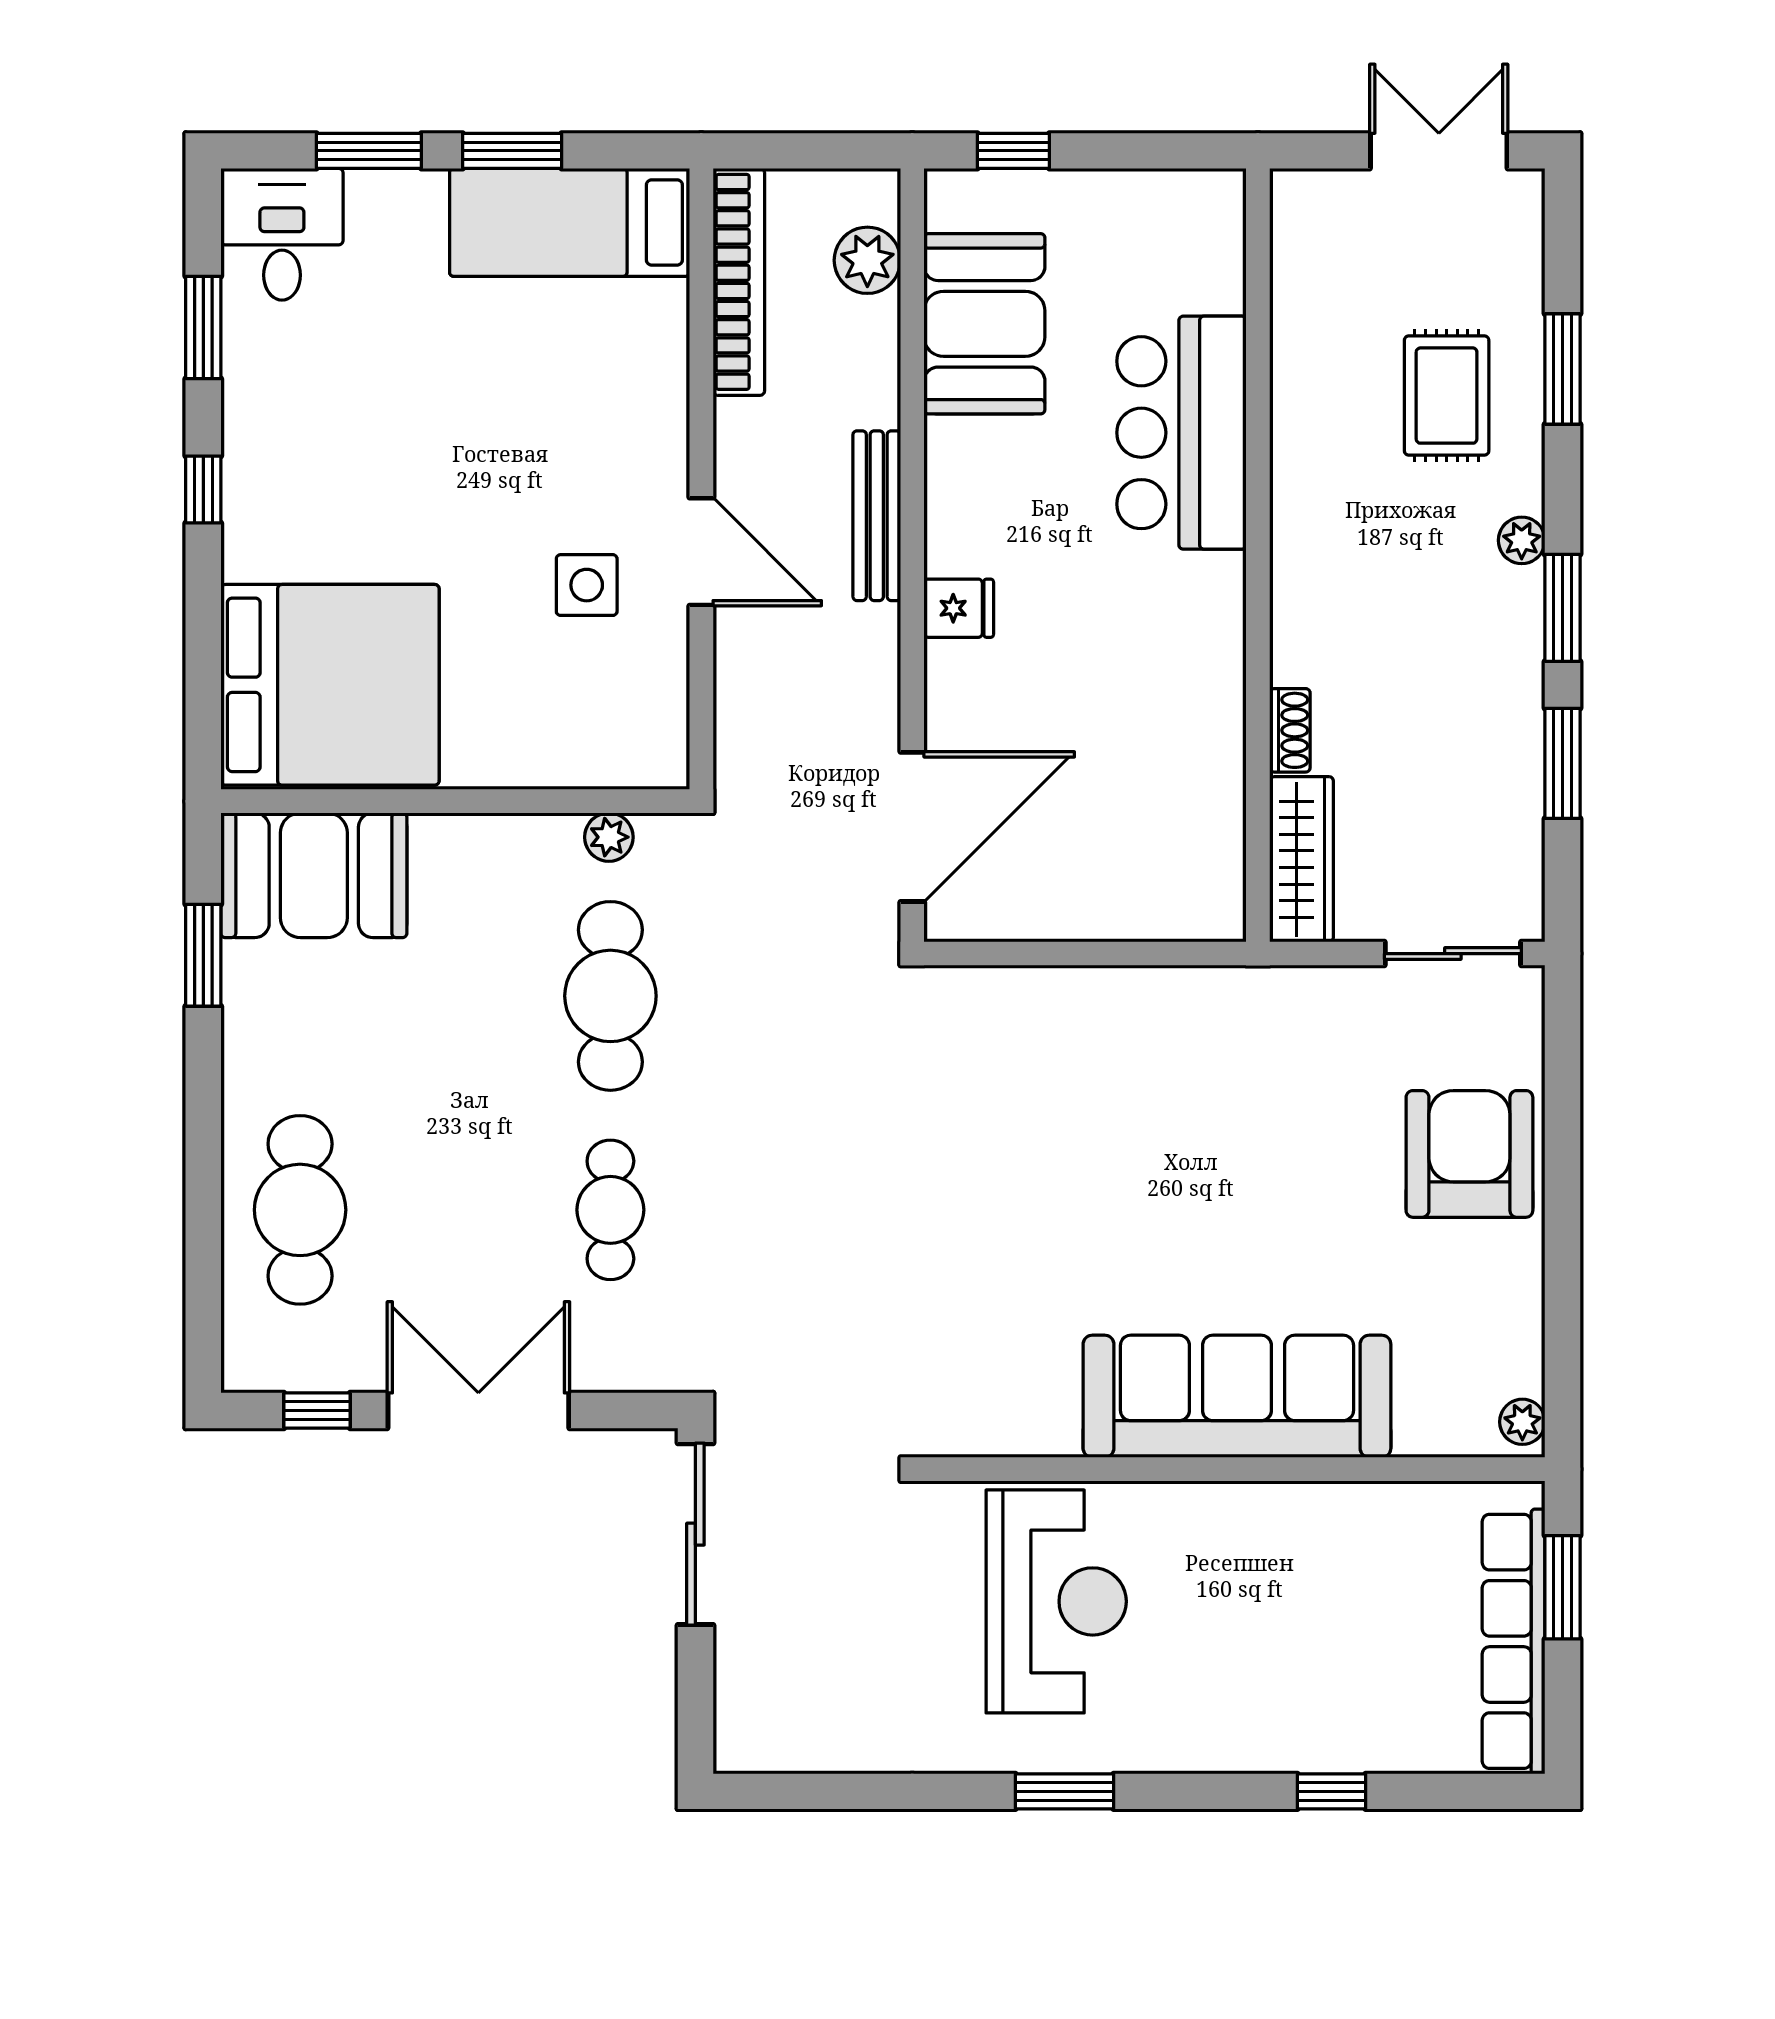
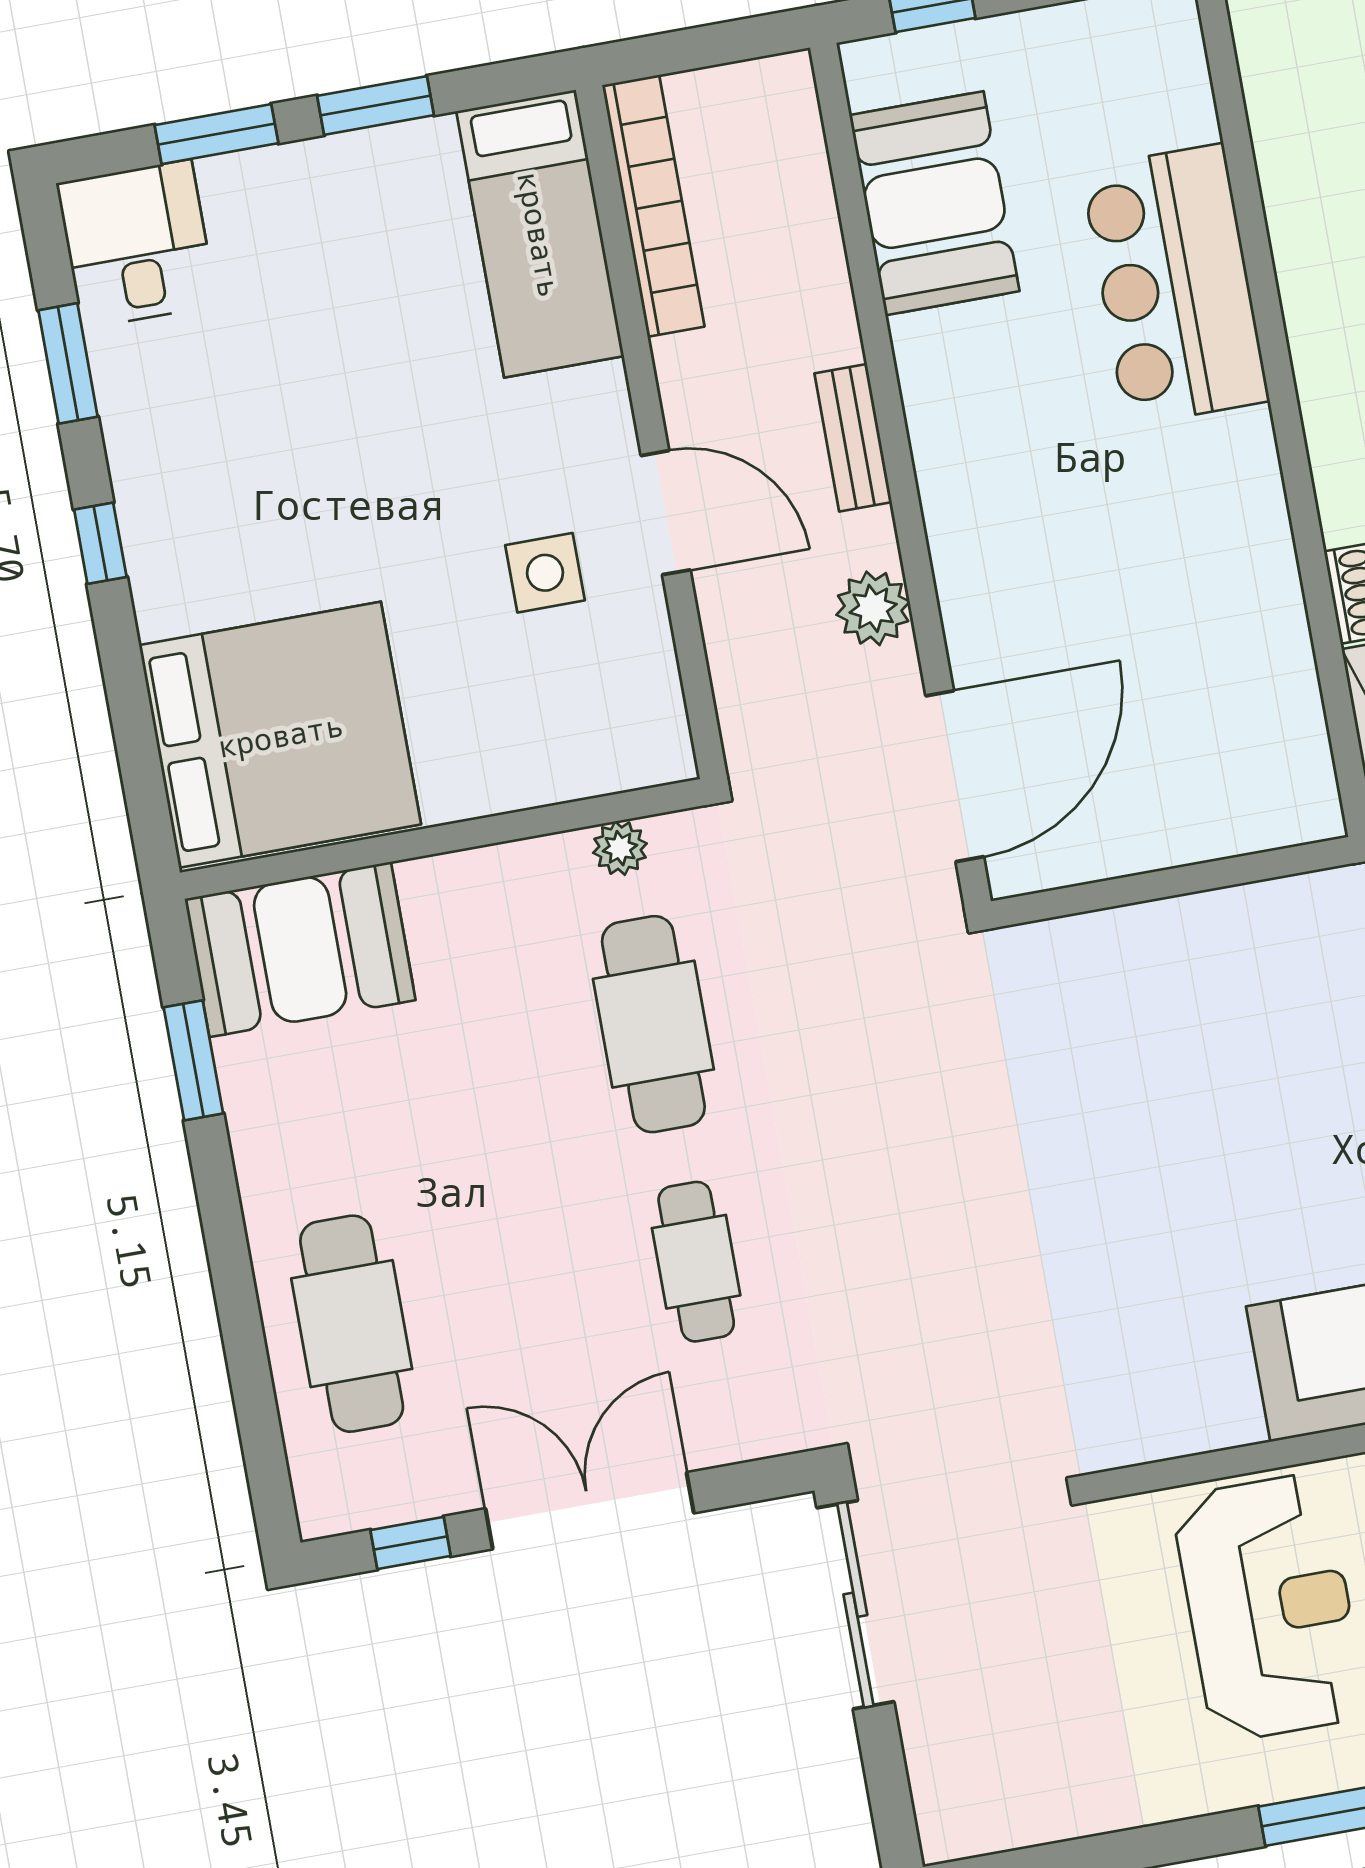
bed: (570, 222) -> (540, 234), moved, turned -90
plant: (867, 260) -> (873, 608), moved
bench: (877, 516) -> (853, 438), width x0.73
fridge: (959, 608) -> (963, 524), removed

